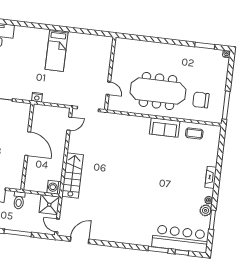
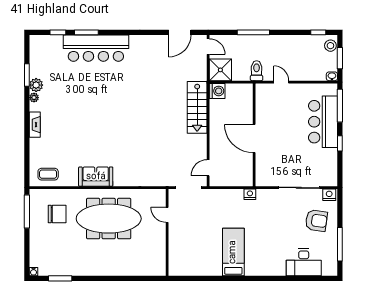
coffee table: (194, 133) -> (48, 174), moved
bar counter: (180, 239) -> (96, 48), moved

